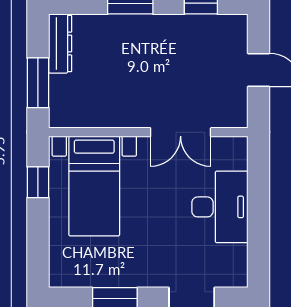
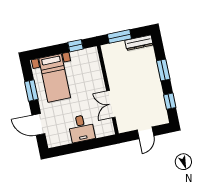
bed with nightstands: (94, 186) -> (55, 78), moved, turned -90
desk: (220, 207) -> (81, 128), width x0.73

